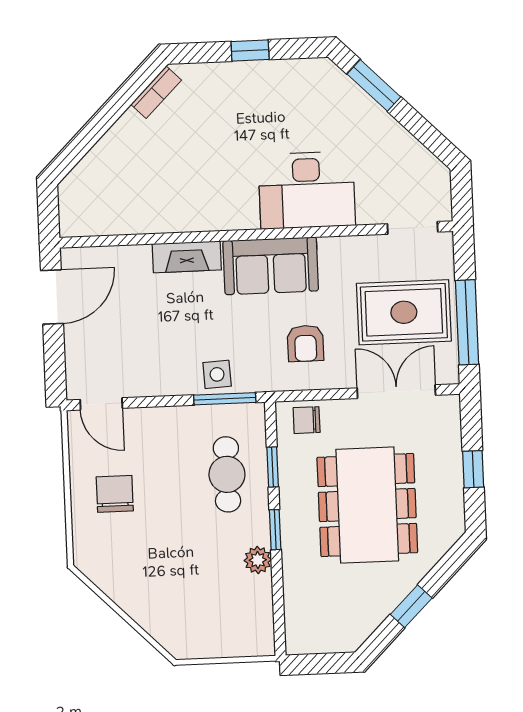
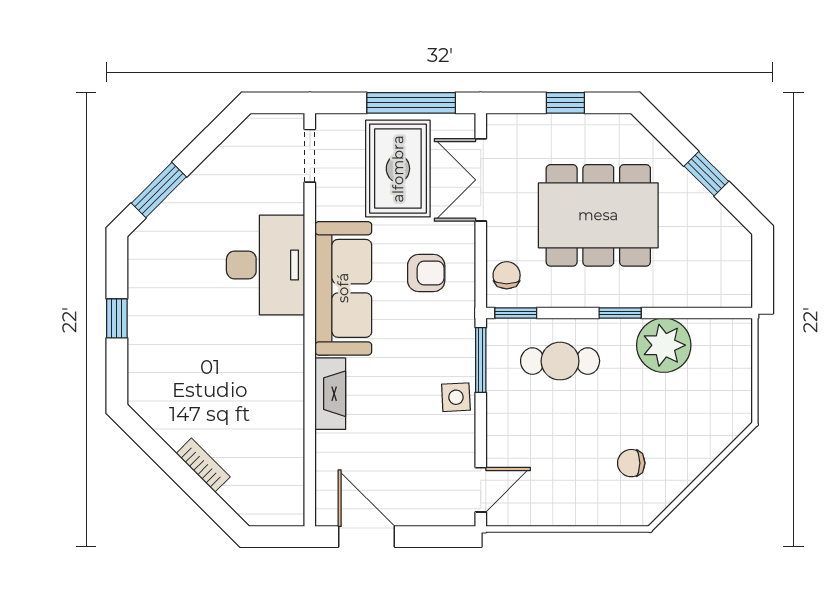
bookcase: (156, 92) -> (203, 465), moved
sofa: (271, 266) -> (343, 288), width x1.36
side table: (217, 374) -> (456, 397), moved
chair: (307, 420) -> (507, 275), turned 180
window: (273, 467) -> (516, 313), moved
chair: (115, 494) -> (631, 463), moved, width x0.73, depth x0.73
plant: (258, 560) -> (664, 345), width x1.88, depth x1.88

